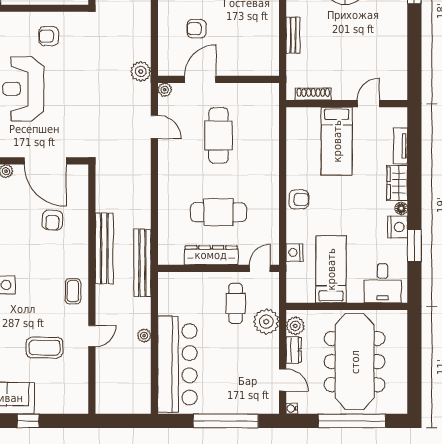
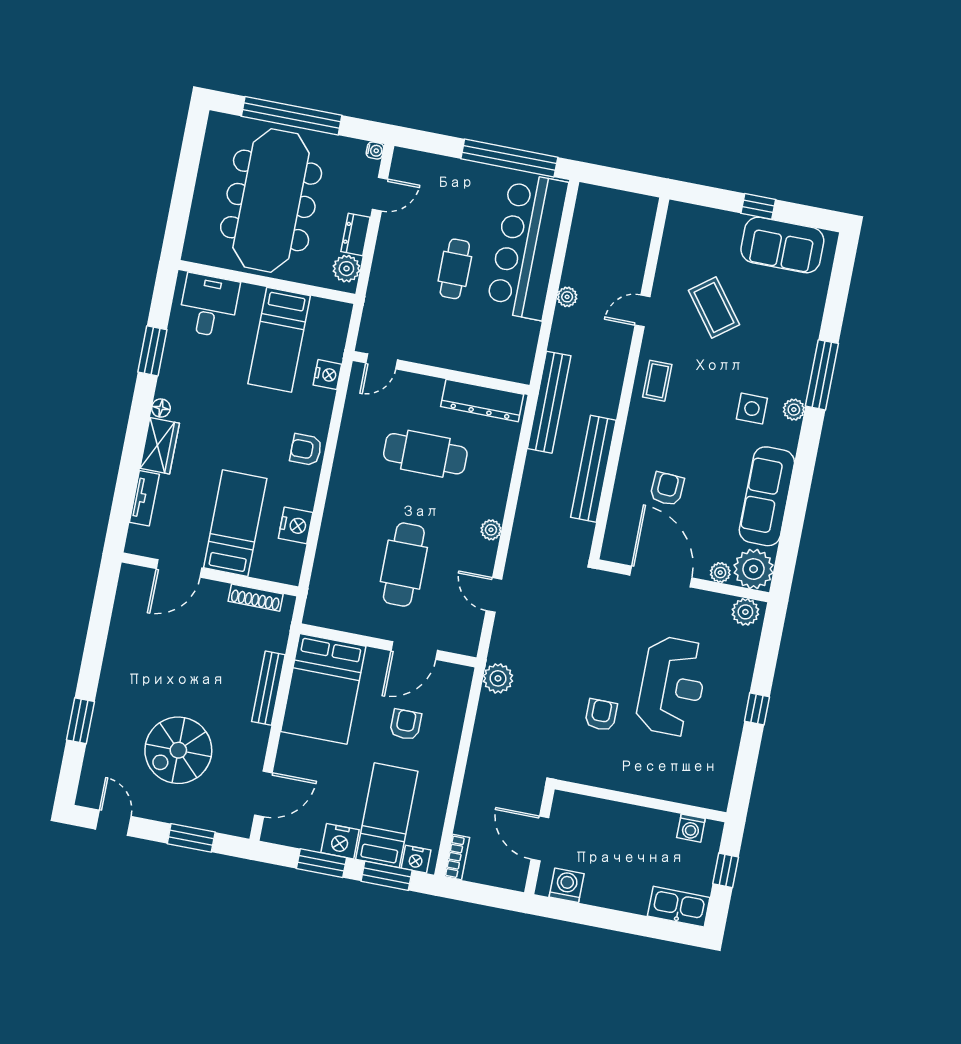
armchair: (197, 29) -> (406, 724), turned -90
bench: (293, 35) -> (268, 688), width x1.36
armchair: (49, 36) -> (601, 715), moved, turned -90
bed: (256, 42) -> (323, 689), added
plant: (165, 90) -> (491, 530), moved
door: (368, 104) -> (179, 568), width x1.38
nightstand: (398, 227) -> (296, 525), moved, turned 180
bench: (104, 248) -> (593, 469), moved
dresser: (211, 255) -> (482, 400), moved
cafe table: (236, 303) -> (455, 269), moved
plant: (266, 322) -> (387, 283), removed
coffee table: (45, 348) -> (714, 307), turned 53
door: (283, 380) -> (380, 194), swing flipped
window: (226, 421) -> (509, 158), moved

